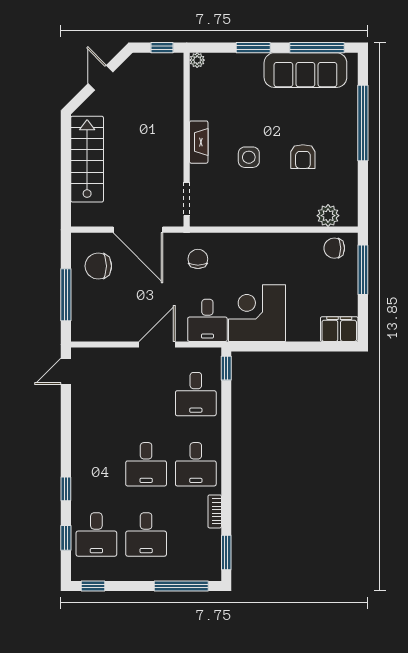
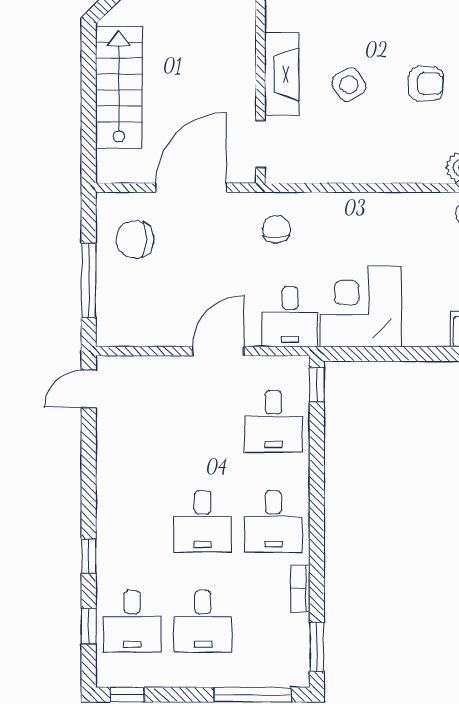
fireplace: (199, 142) -> (282, 74), width x1.37, depth x1.32
side table: (249, 157) -> (349, 85), turned -32
armchair: (303, 157) -> (426, 84), turned -90
door: (138, 230) -> (191, 188), swing flipped

